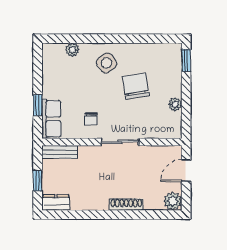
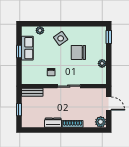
chair: (136, 86) -> (78, 52), turned -81
window: (38, 105) -> (19, 51), moved
row of seats: (51, 119) -> (27, 48), moved
door: (186, 171) -> (109, 104), swing flipped
dresser: (56, 202) -> (53, 123), moved

